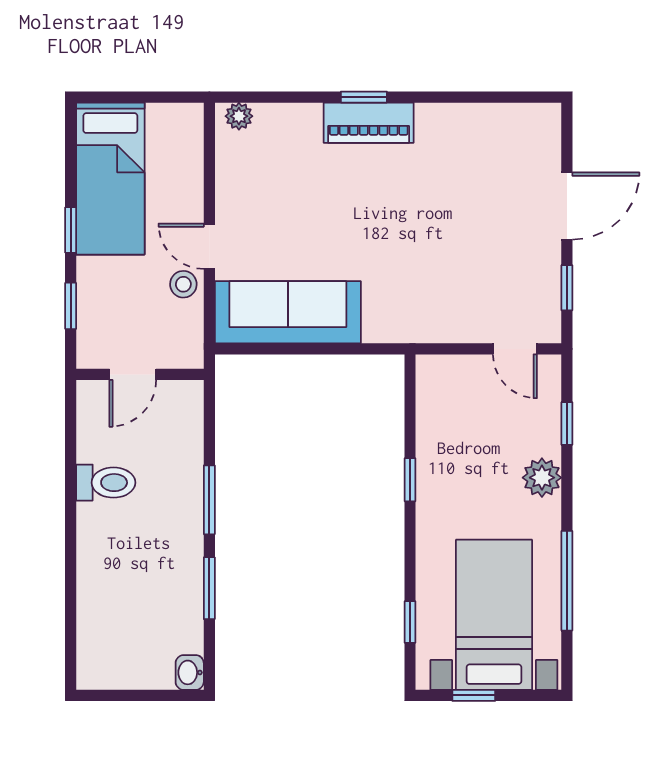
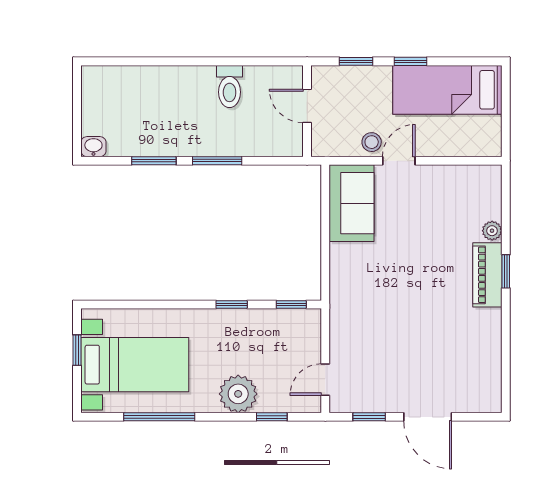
plant: (239, 116) -> (492, 231), moved
sofa: (288, 312) -> (352, 203), width x0.73
plant: (542, 478) -> (238, 394), width x1.36, depth x1.36
window: (410, 622) -> (291, 304), moved

